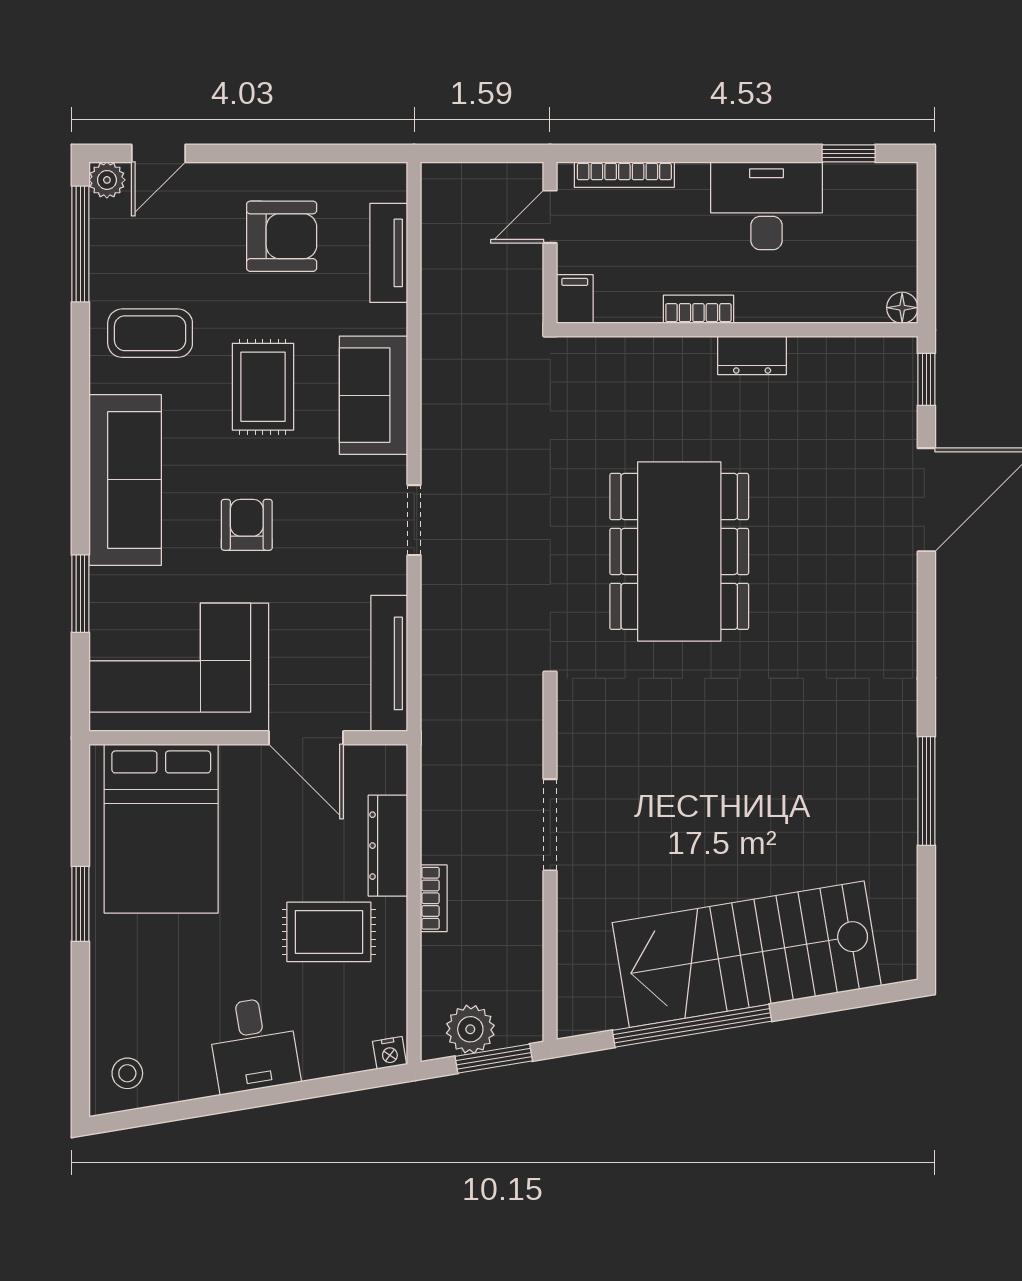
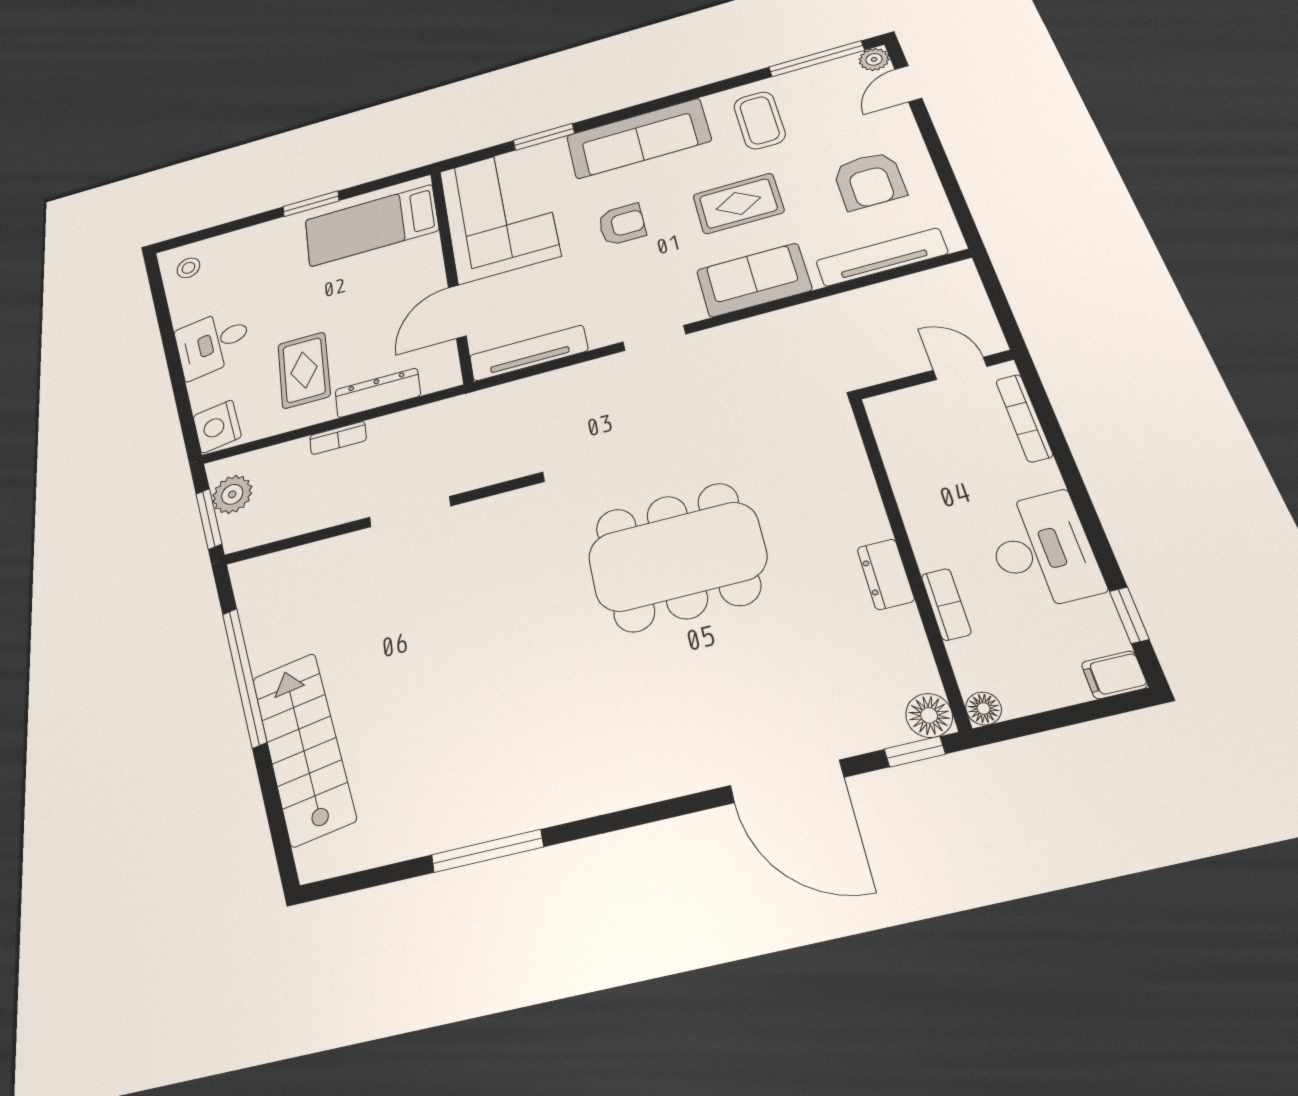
door: (158, 153) -> (908, 84), hinge flipped
tv unit: (389, 253) -> (882, 257), width x1.41
filing cabinet: (575, 299) -> (1114, 675), moved, turned 180
bookcase: (698, 309) -> (946, 604), moved
floor lamp: (897, 357) -> (929, 715), added
bed: (161, 829) -> (371, 225), width x0.67
stairs: (747, 954) -> (303, 747), width x0.73, depth x0.66
nightstand: (390, 1053) -> (217, 426), width x1.89, depth x1.79

